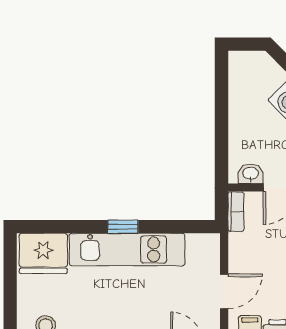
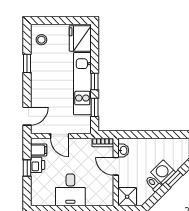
window: (171, 227) -> (95, 107), added

